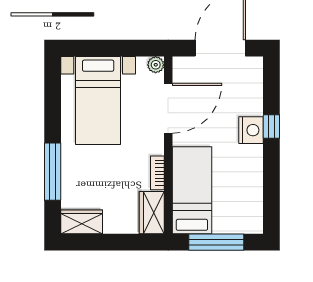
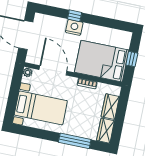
bed: (192, 190) -> (102, 61), width x1.50
wardrobe: (152, 213) -> (110, 107), moved, turned 90
window: (216, 242) -> (132, 59), width x0.46

